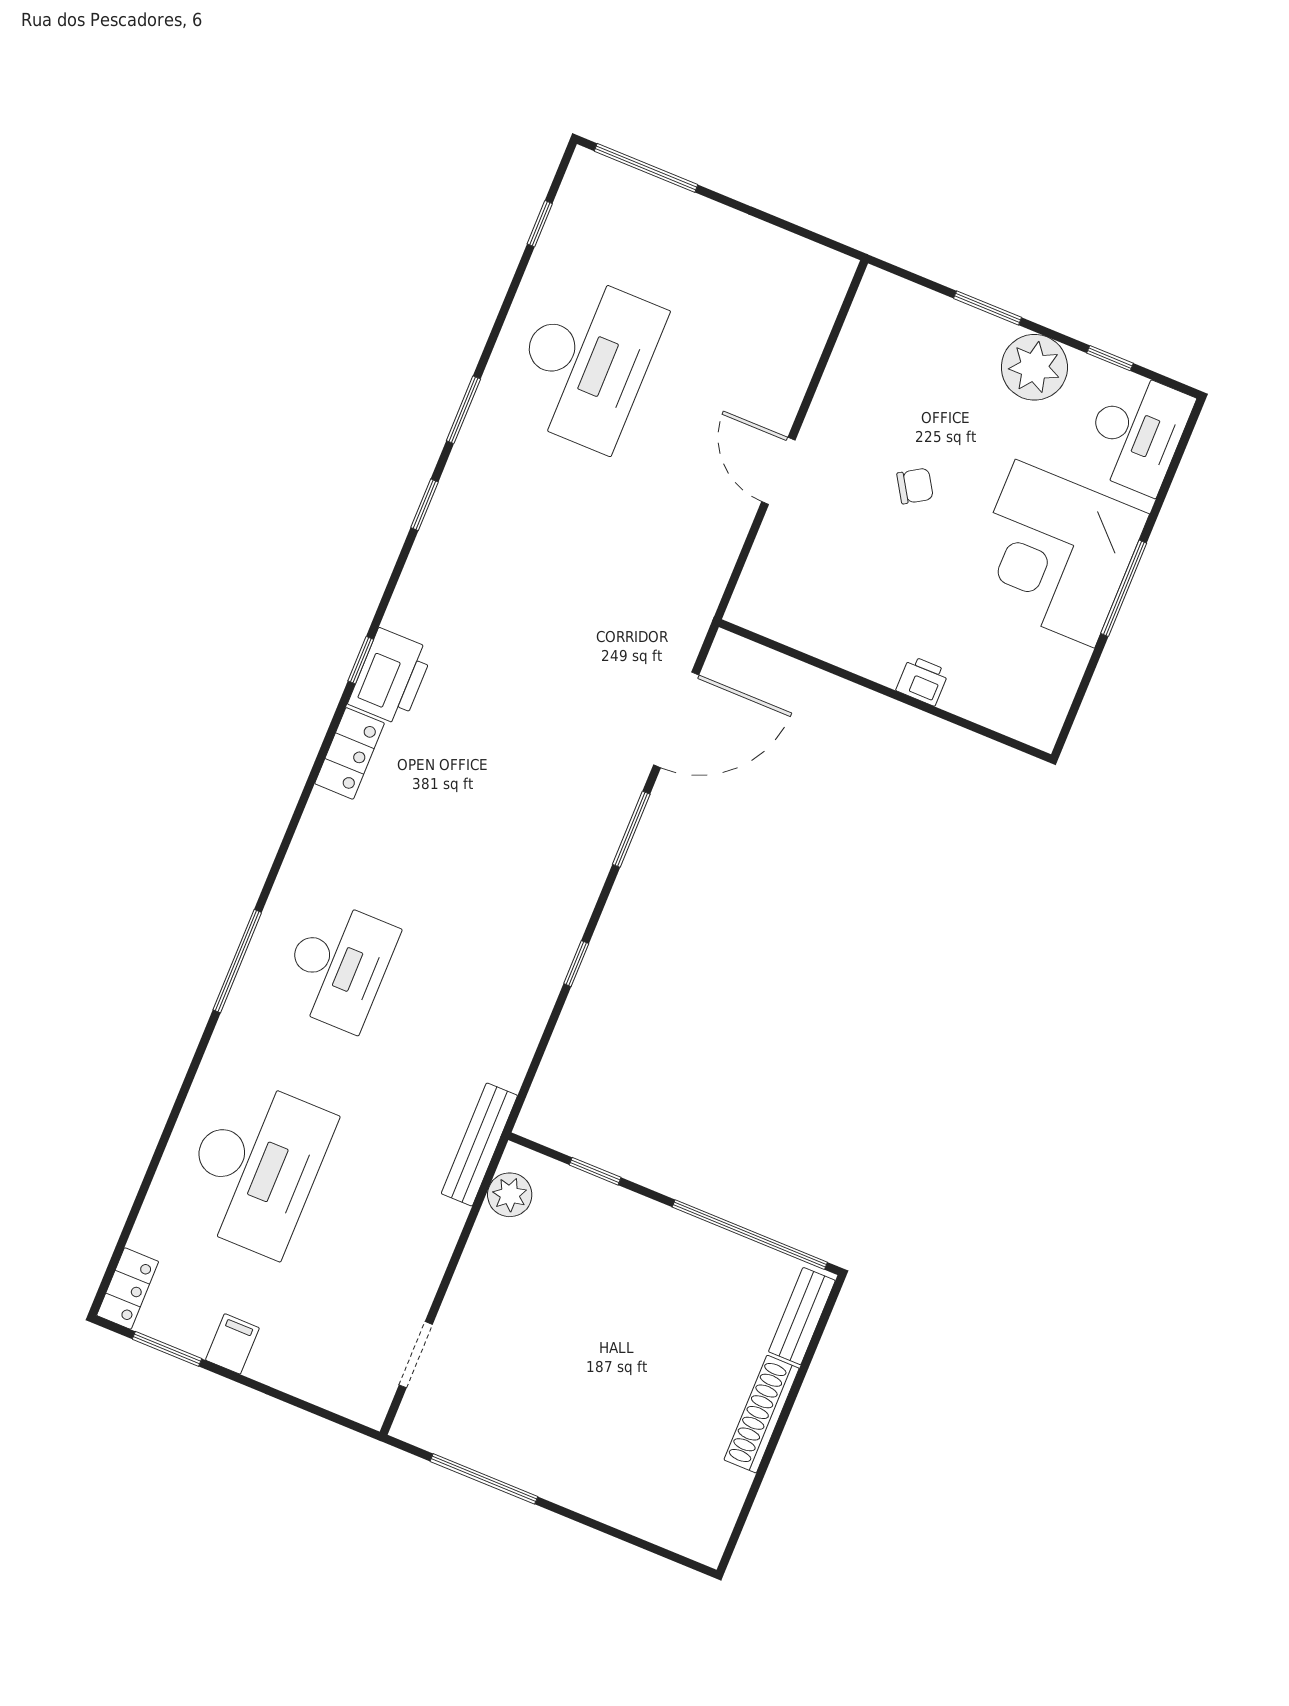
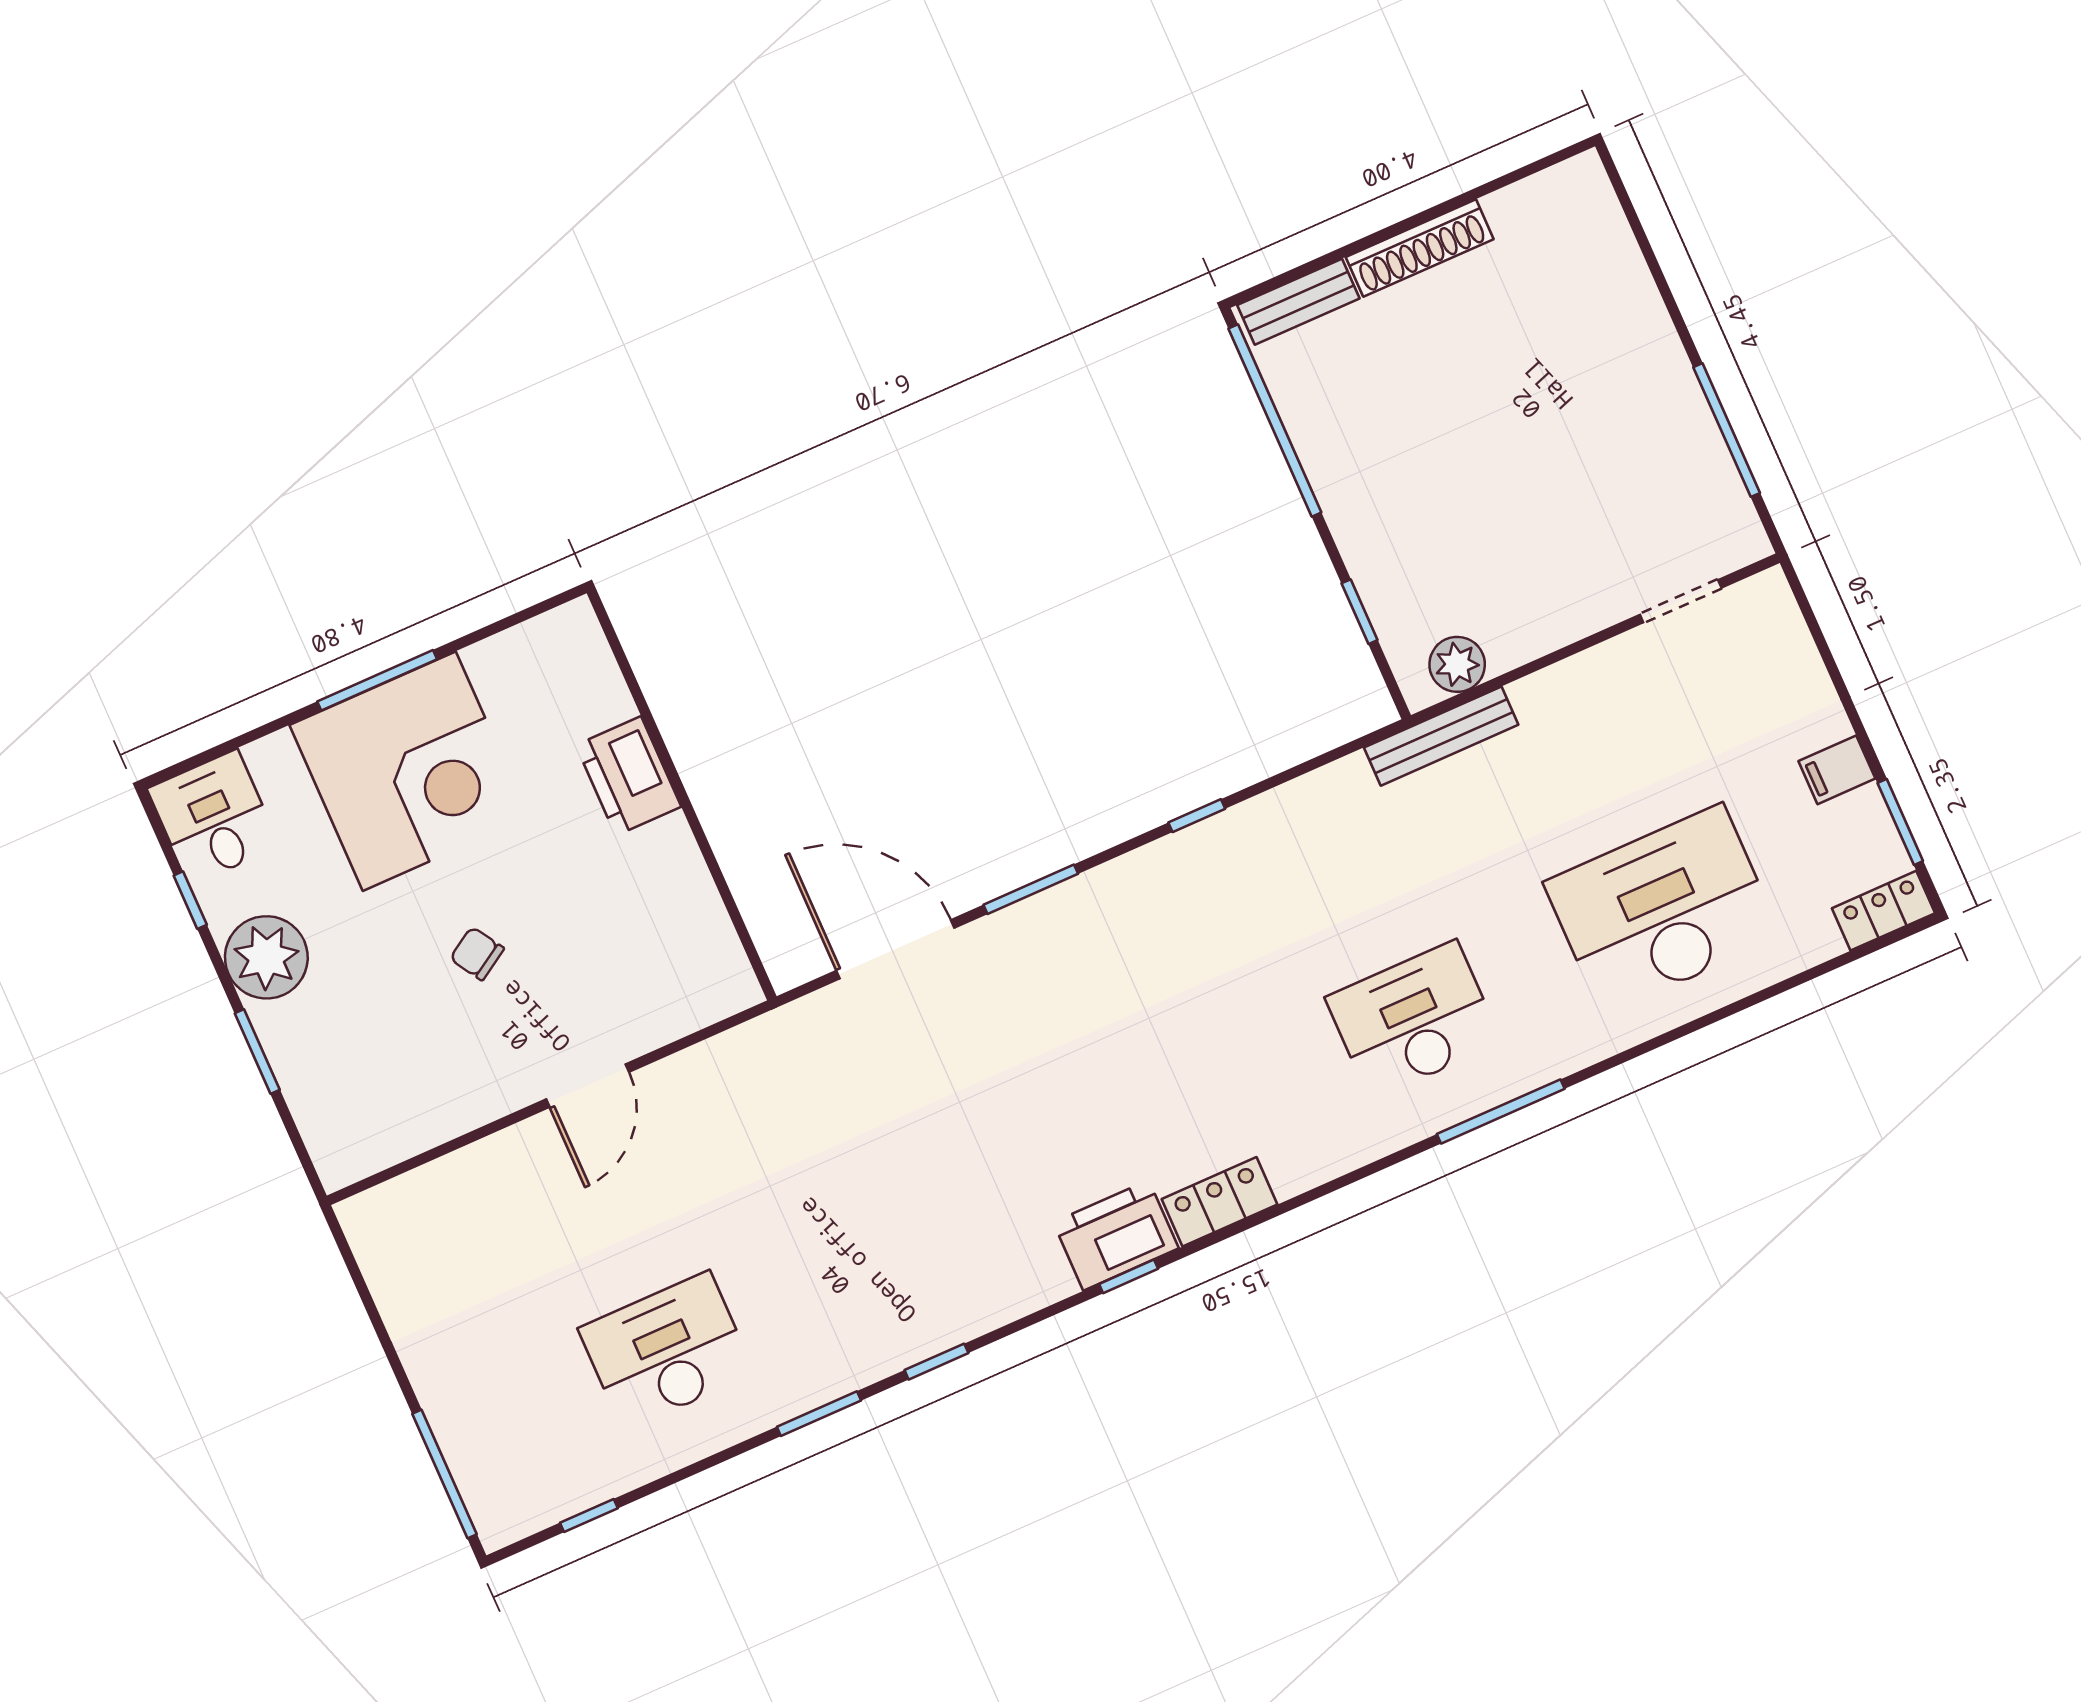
desk: (586, 362) -> (666, 1351), width x0.73, depth x0.77
desk: (1137, 433) -> (214, 817), width x0.73
printer: (922, 681) -> (628, 776), width x1.87, depth x1.48

